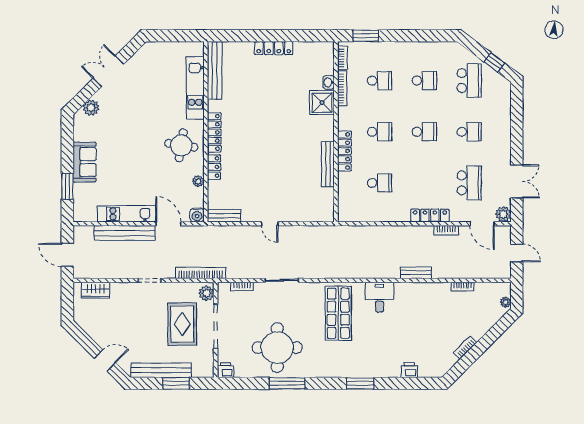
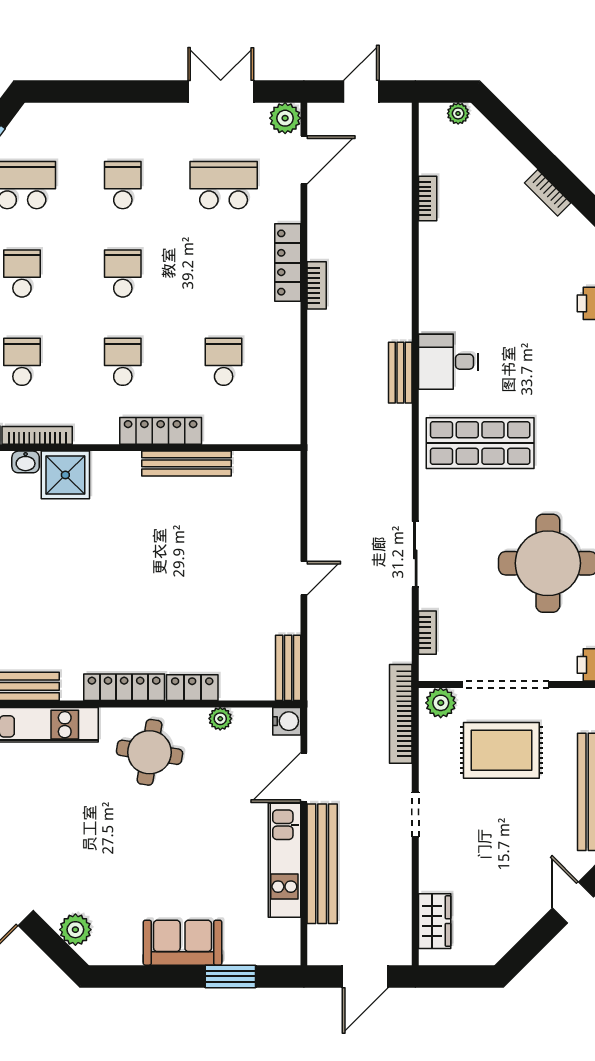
bookcase: (446, 230) -> (317, 285), moved
bench: (416, 273) -> (400, 373), moved

